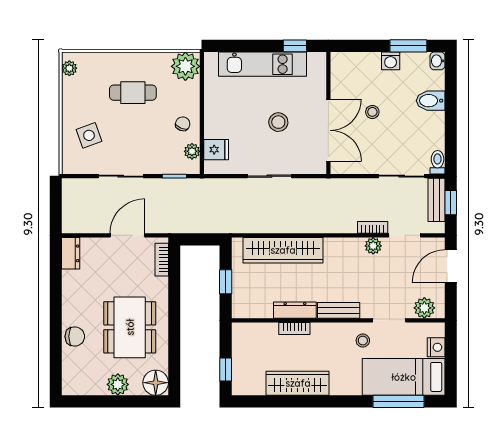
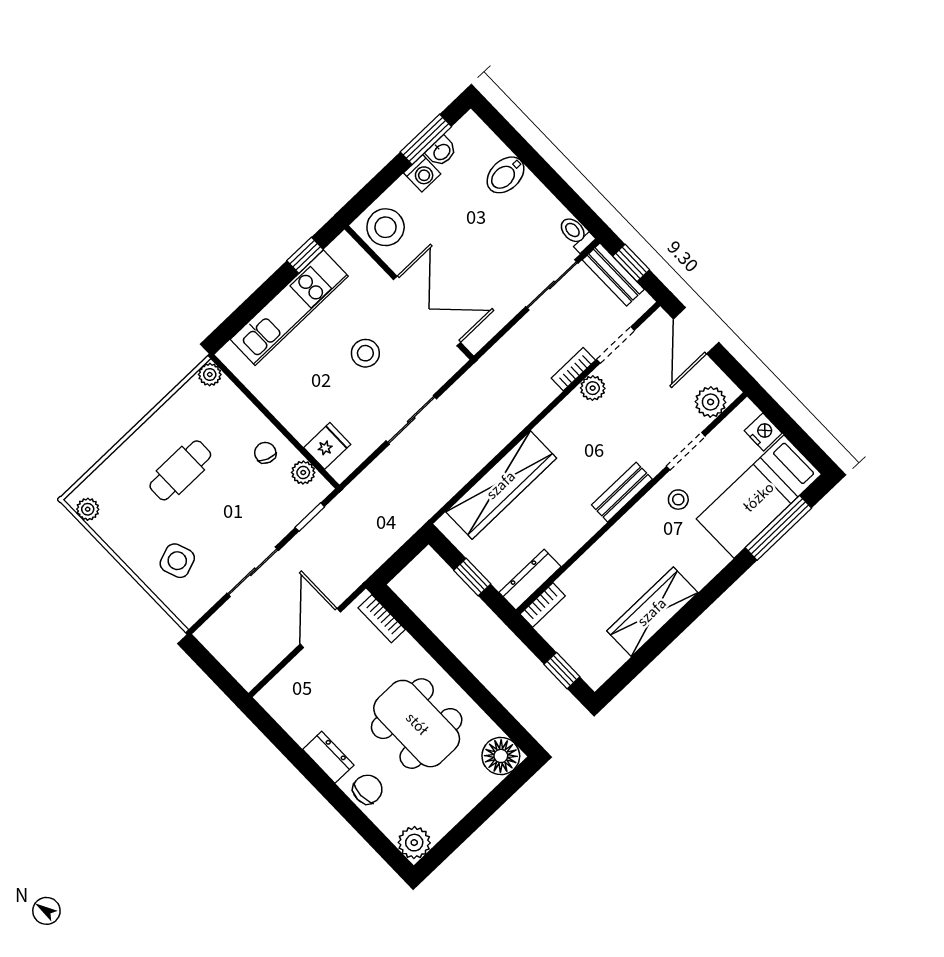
washbasin: (437, 61) -> (441, 152), moved, turned -90
plant: (185, 66) -> (210, 375), width x0.53, depth x0.53
stool: (372, 112) -> (386, 227), moved, width x1.89, depth x1.89
dresser: (71, 253) -> (328, 757), moved
dresser: (295, 310) -> (530, 580), moved
bookcase: (294, 329) -> (543, 605), moved
plant: (118, 384) -> (414, 843), moved

